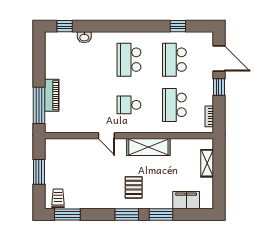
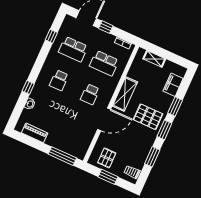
window: (65, 26) -> (28, 87), moved
school desk: (129, 60) -> (59, 80), width x0.54
piano: (52, 95) -> (35, 133), moved
door: (106, 136) -> (104, 119), width x1.88
pallet: (61, 160) -> (107, 158), added
pallet: (134, 187) -> (148, 117), width x1.50, depth x1.42
window: (67, 215) -> (152, 157), moved

